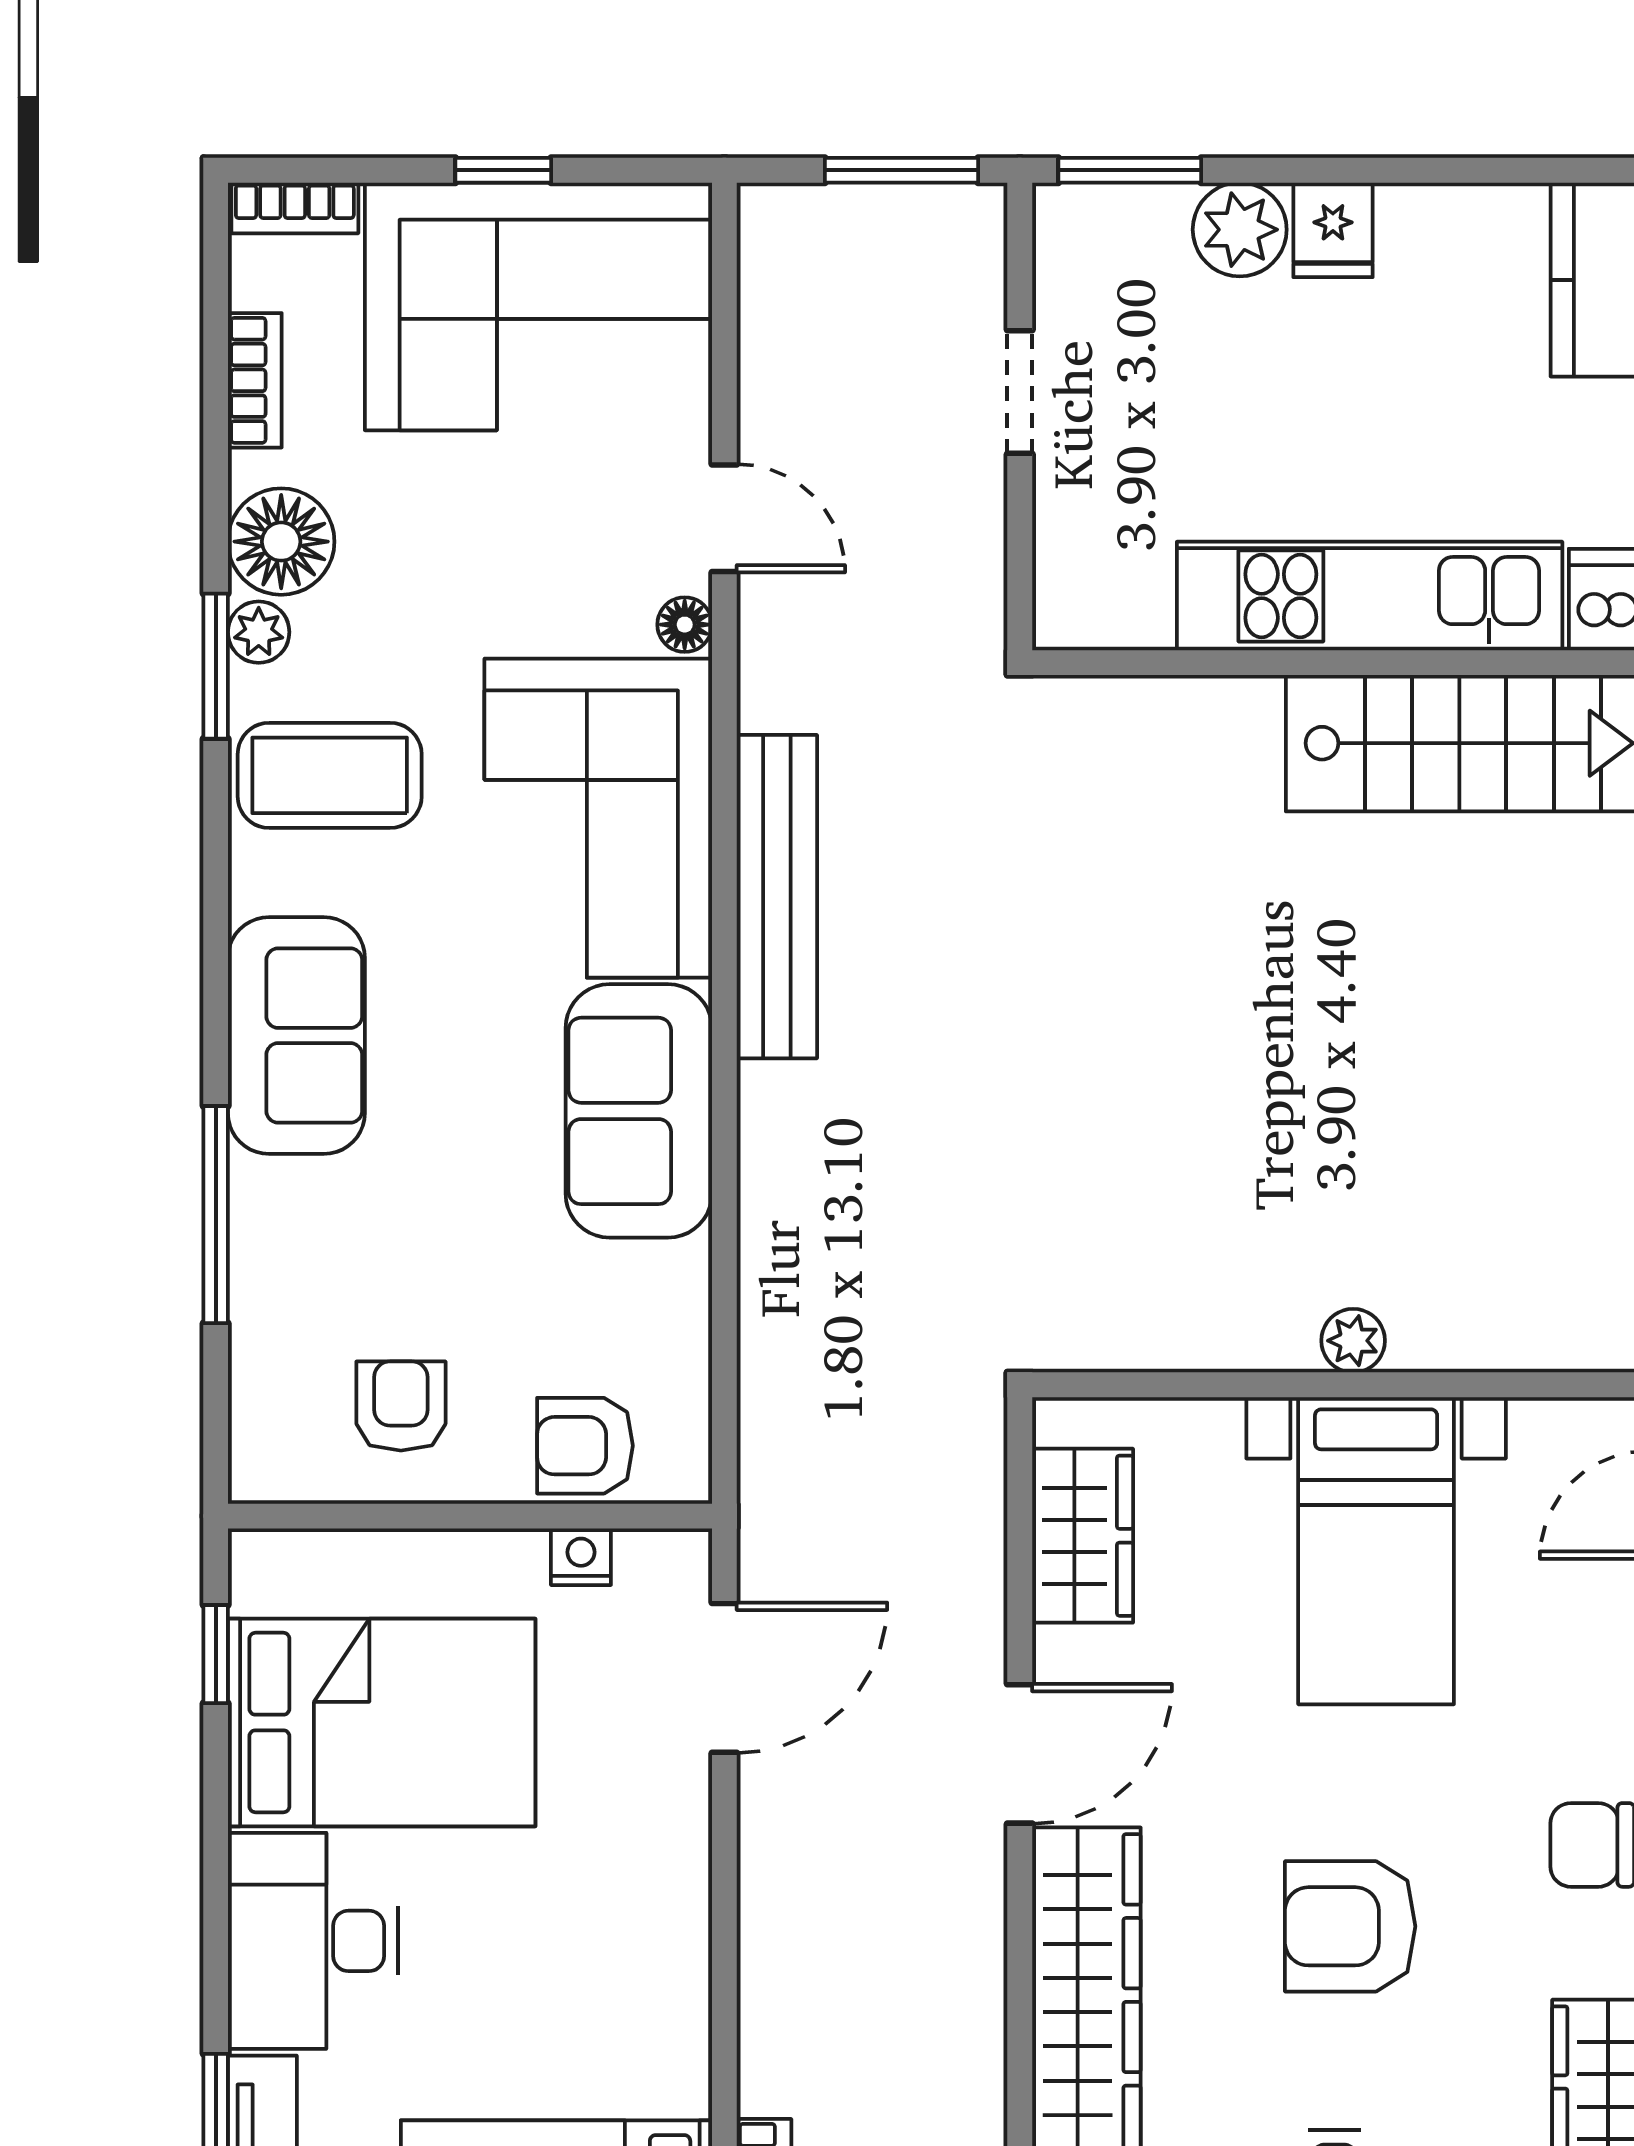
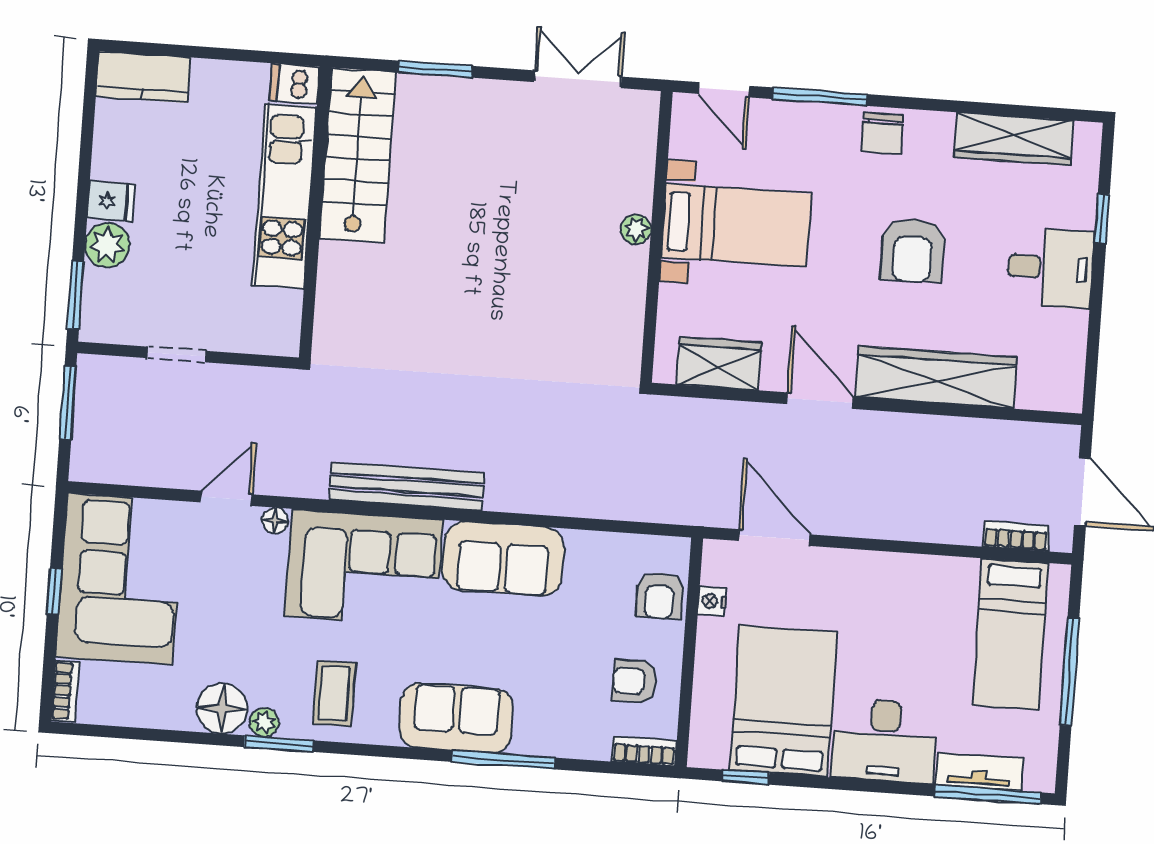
bookcase: (255, 380) -> (644, 751), moved
coffee table: (330, 775) -> (334, 694), width x0.73, depth x0.77
window: (216, 1215) -> (503, 760), moved

